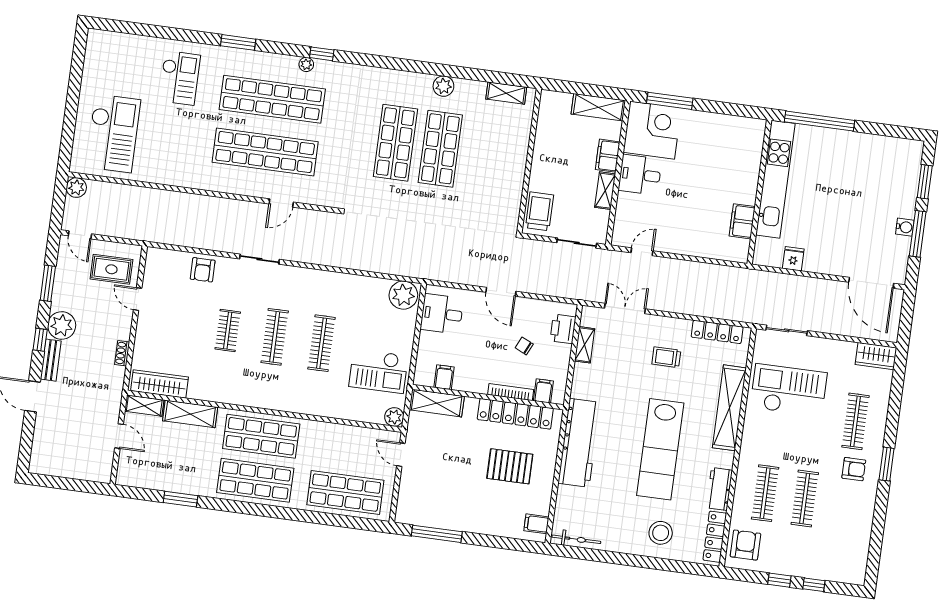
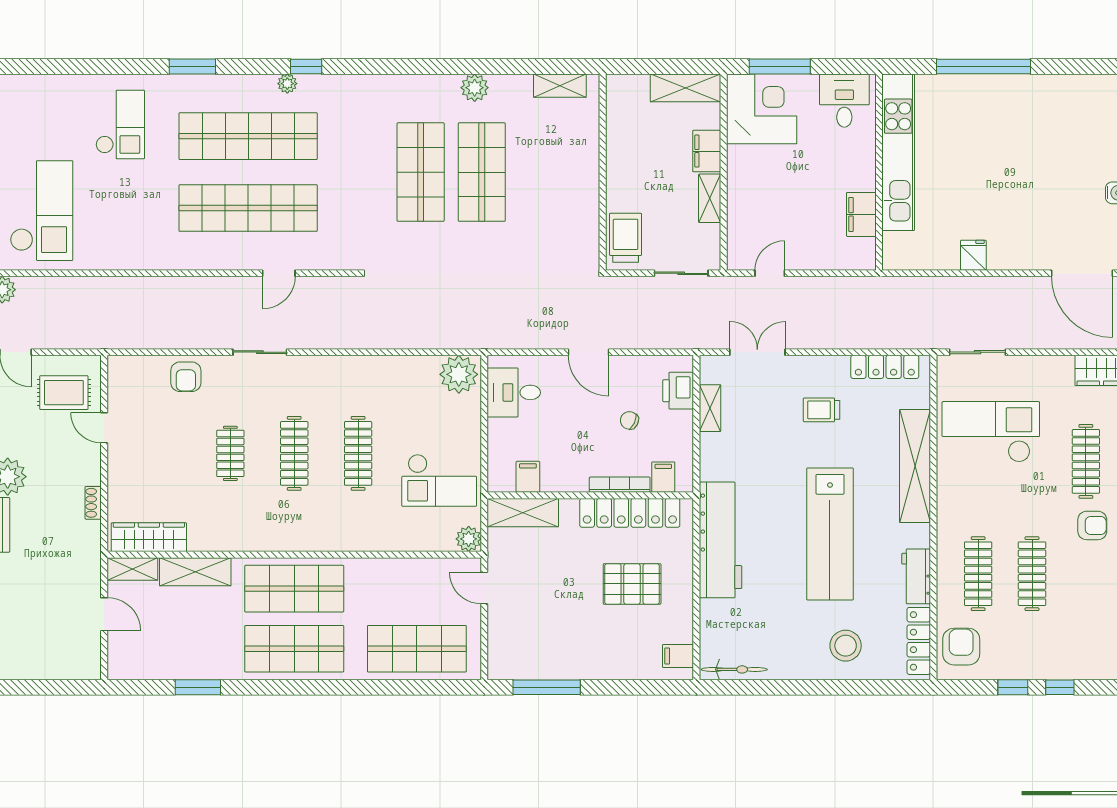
desk: (640, 175) -> (844, 101), moved, turned 90
kitchen unit: (775, 179) -> (898, 152), moved
wall: (759, 192) -> (879, 172), moved
filing cabinet: (742, 221) -> (861, 214), moved

